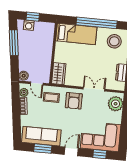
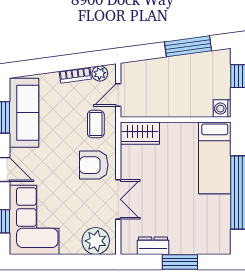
washing machine: (29, 25) -> (222, 109), moved
stool: (114, 41) -> (208, 228), removed
boiler: (24, 76) -> (130, 70), removed

